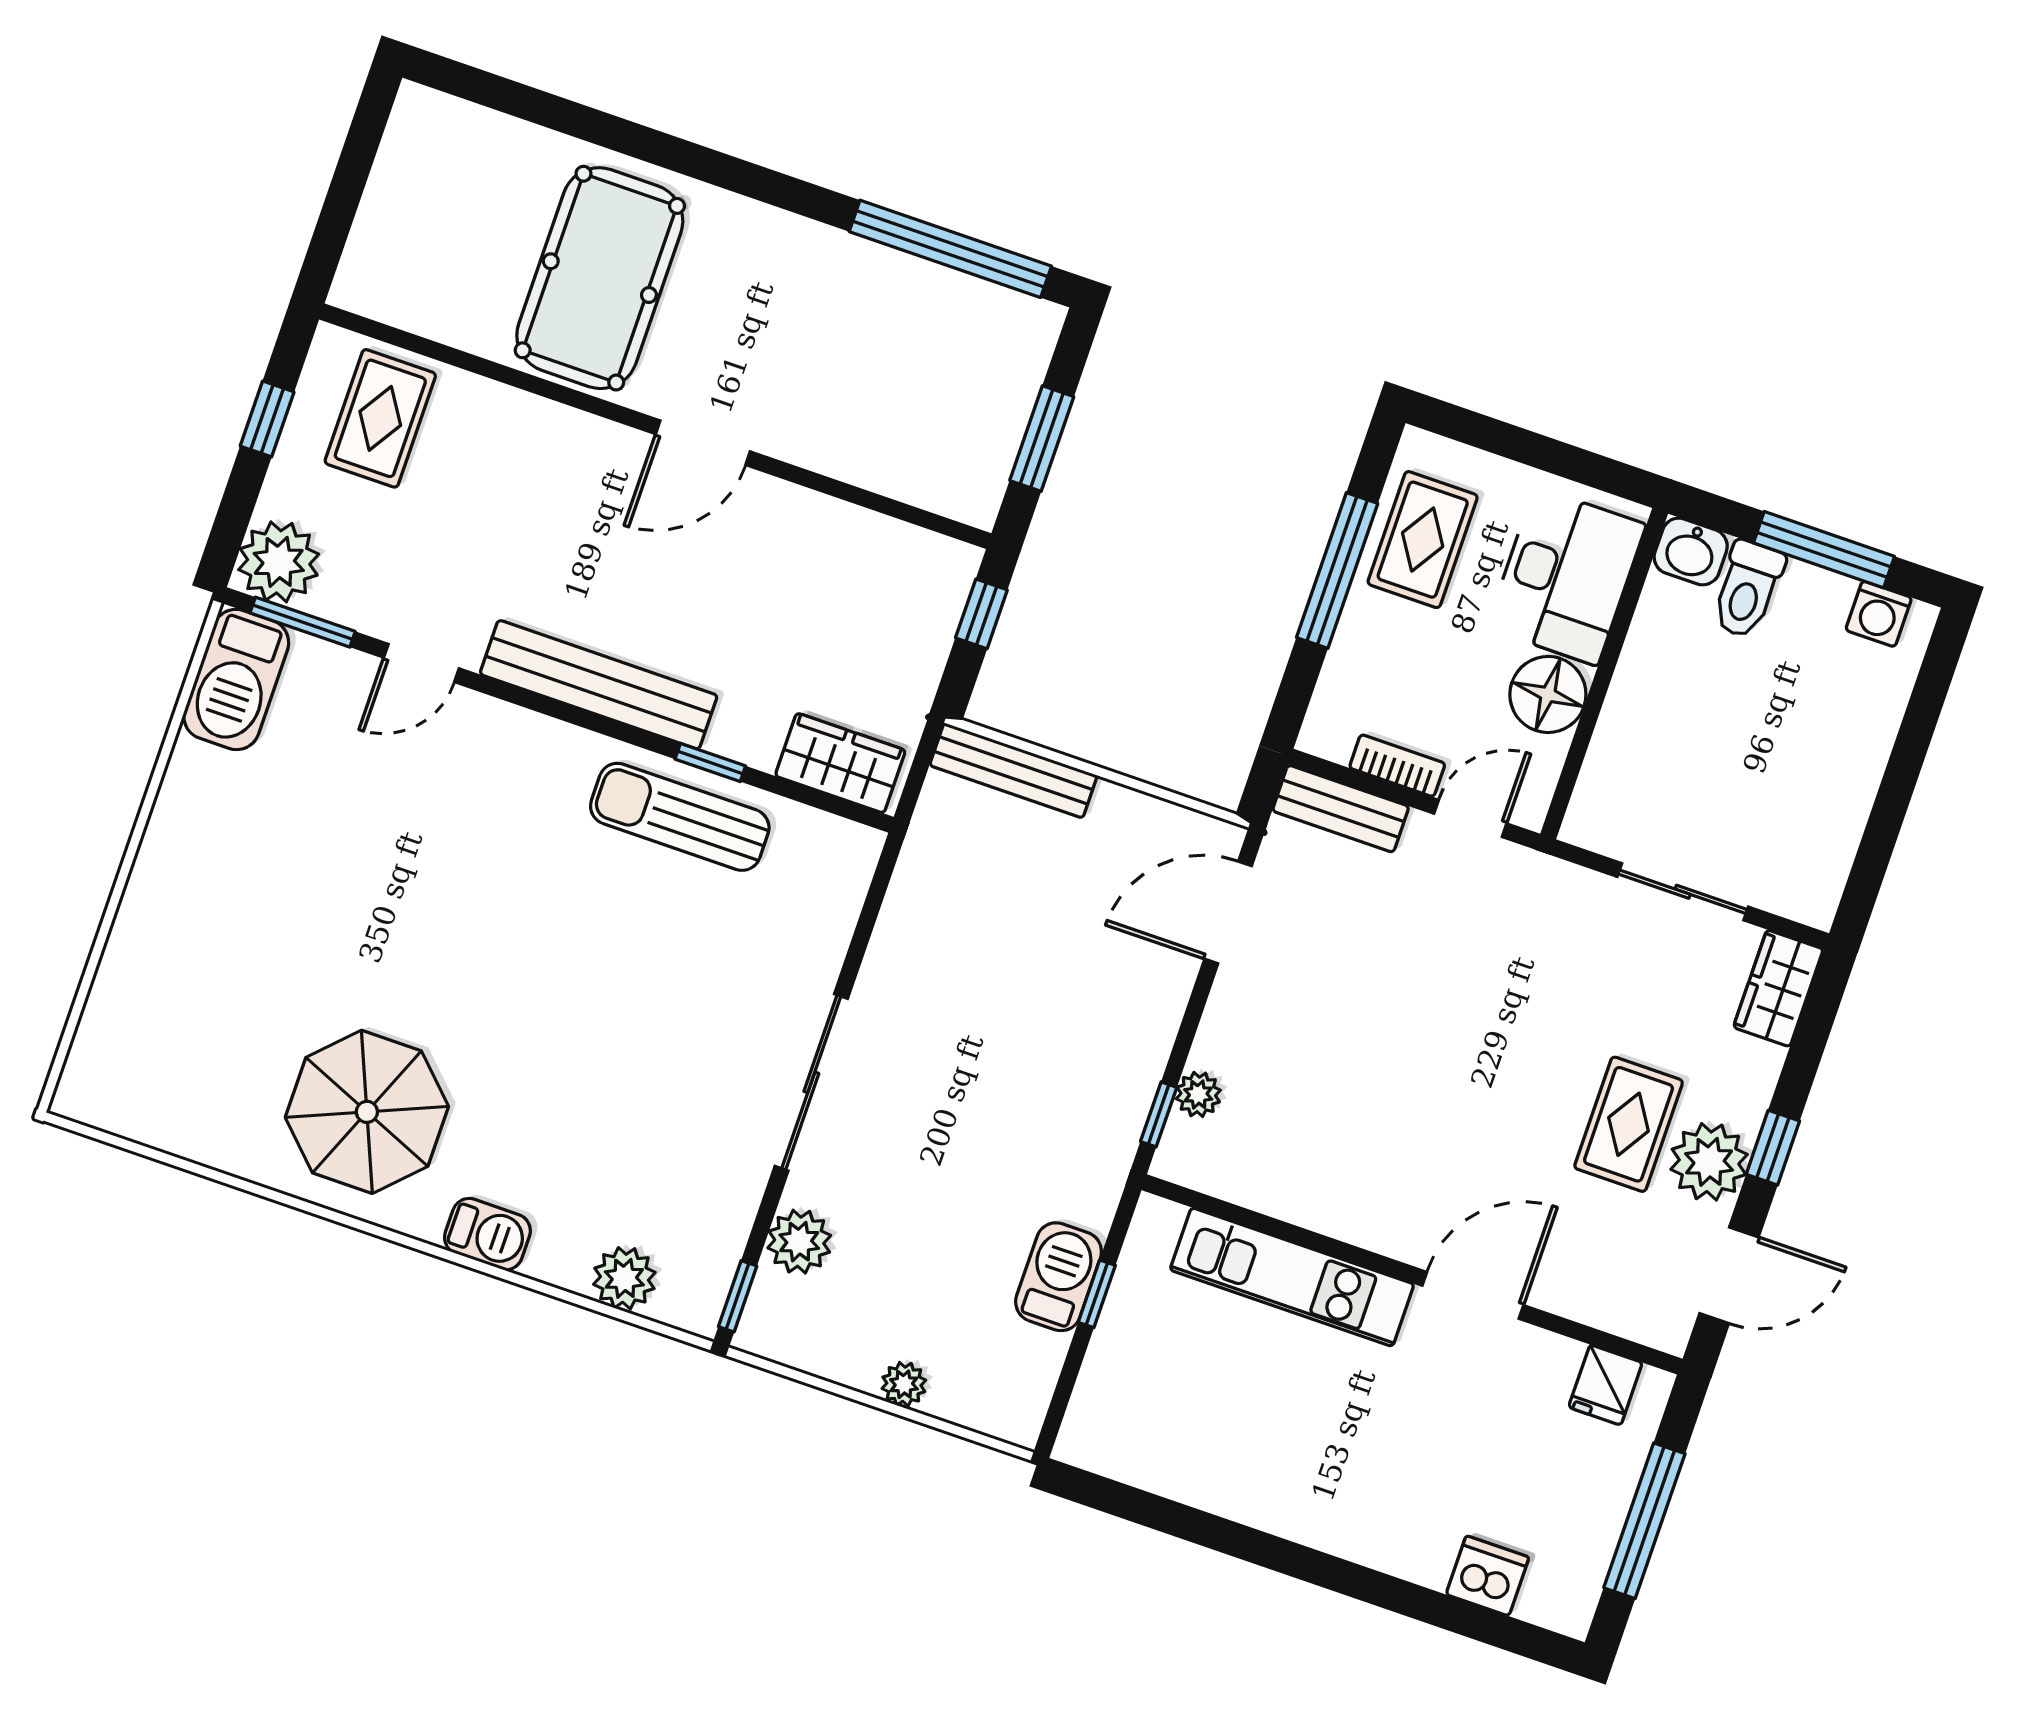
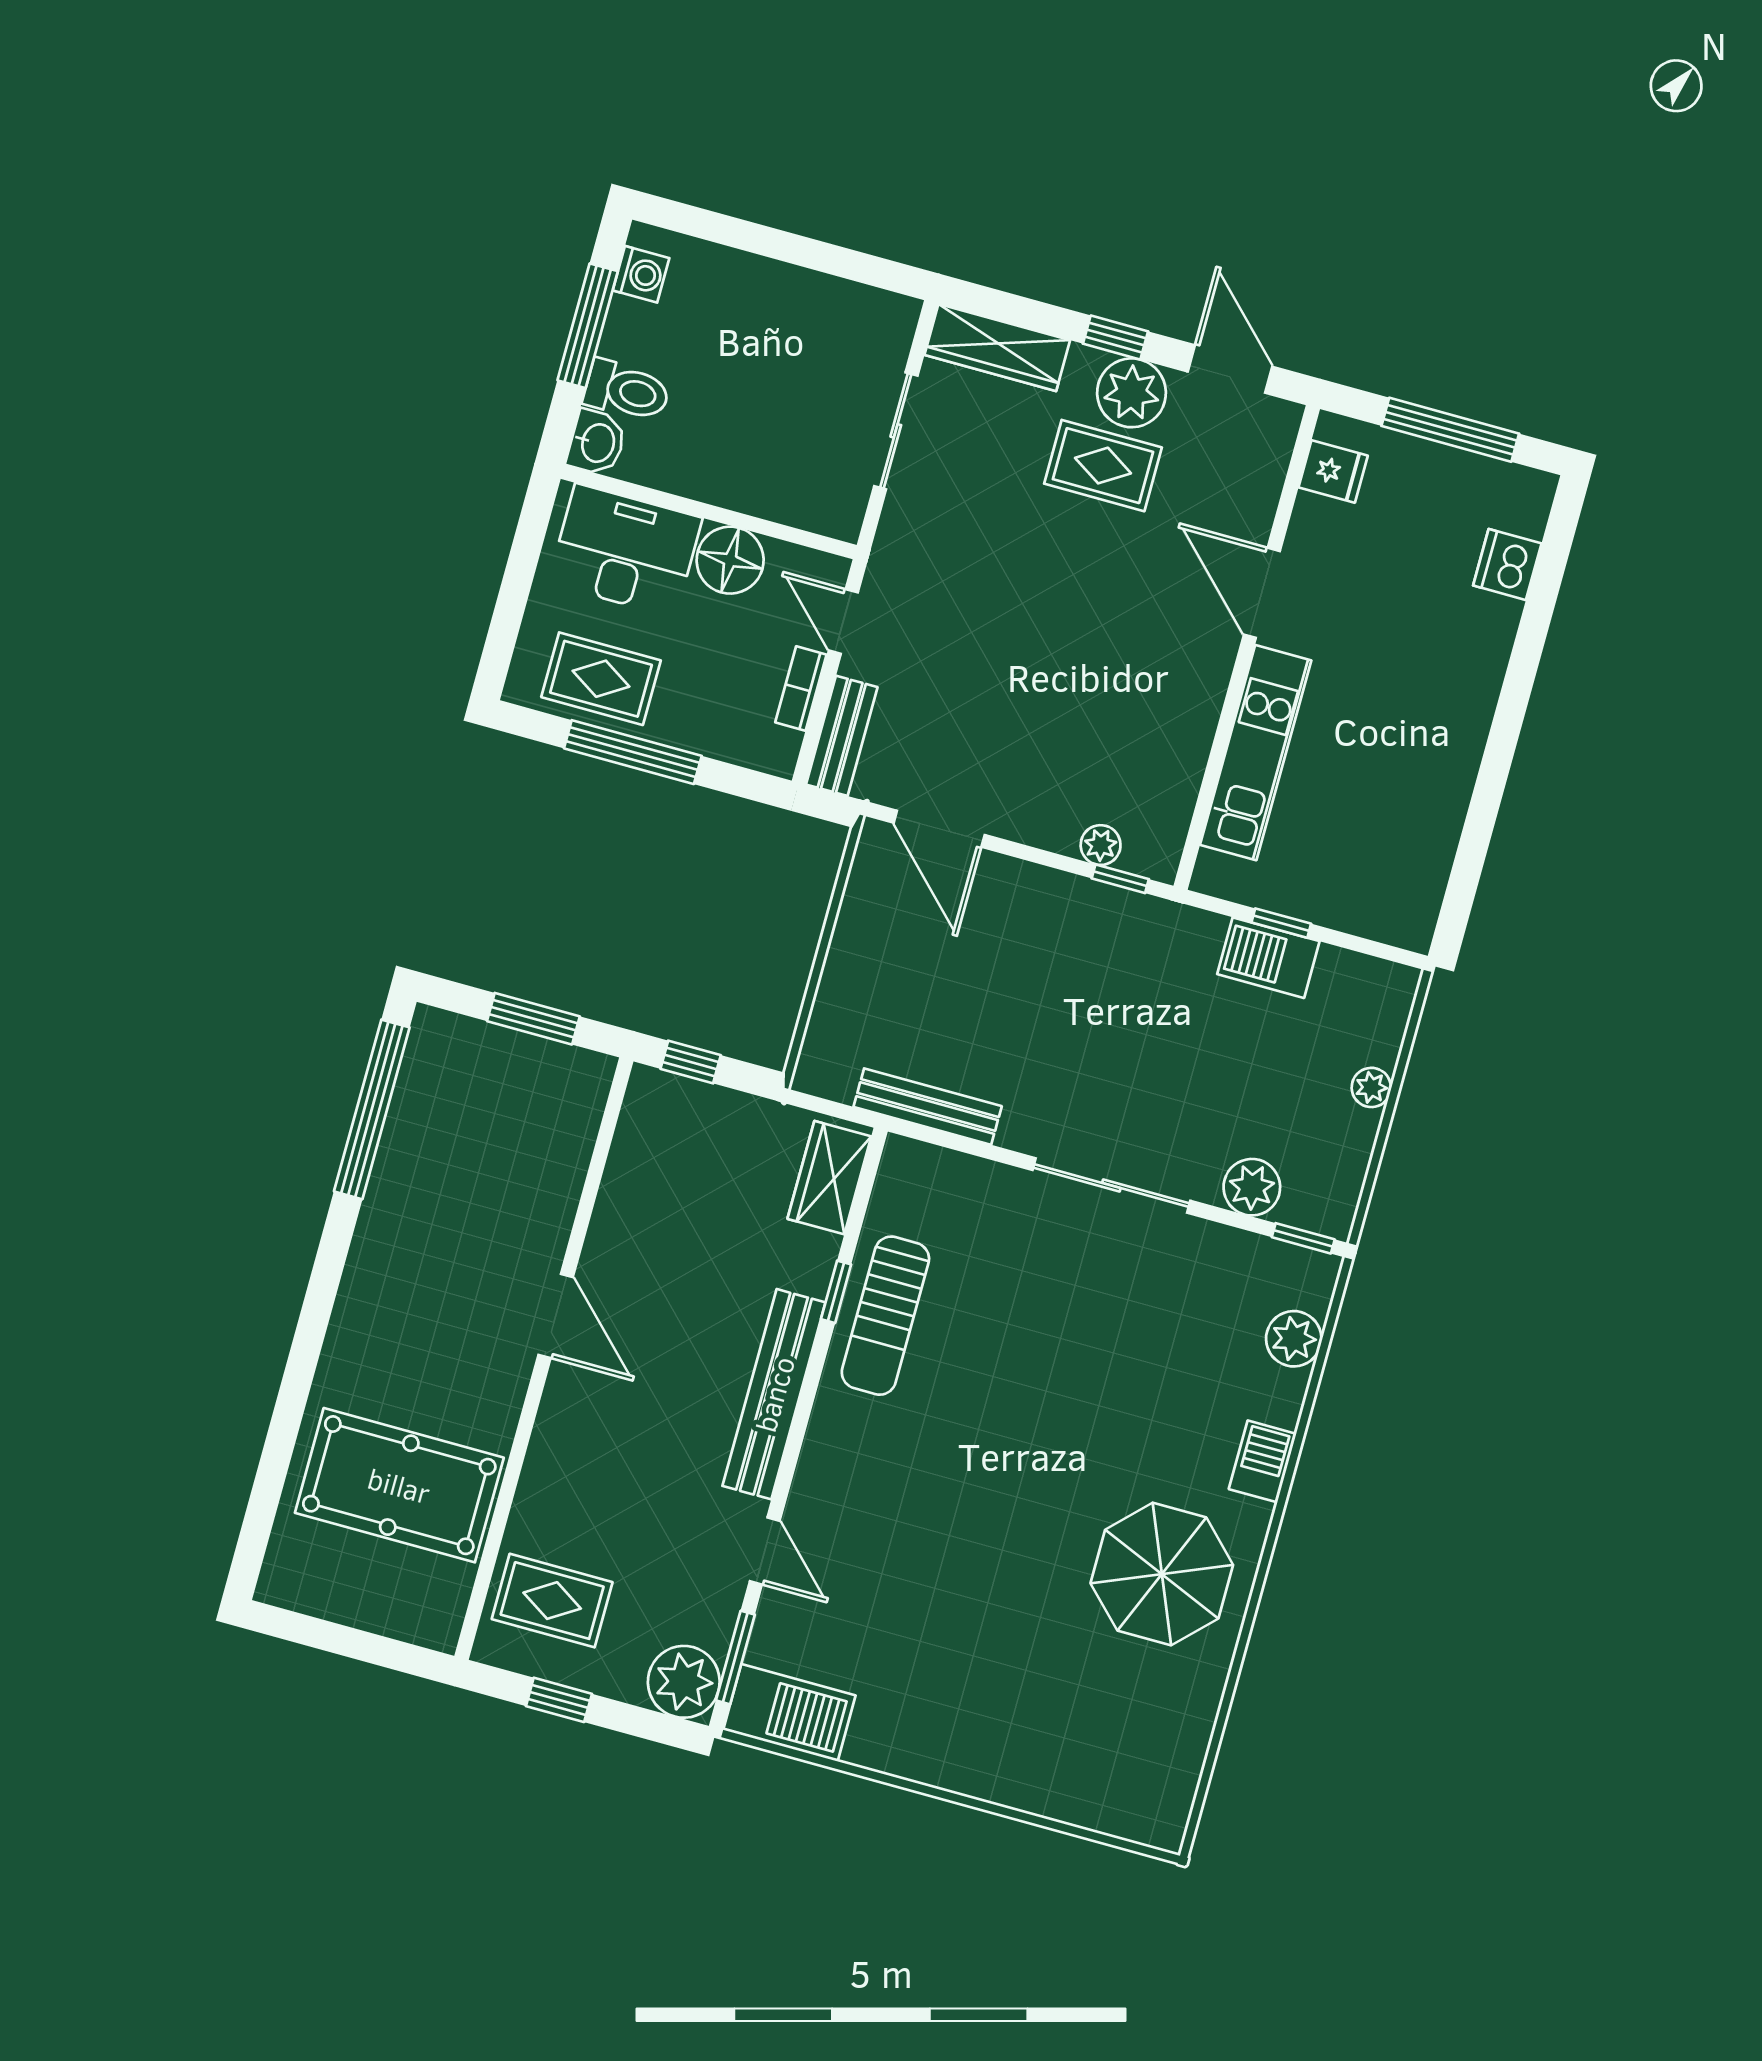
pool table: (600, 278) -> (399, 1485), moved
bench: (1013, 770) -> (928, 1107), moved, turned 90
wardrobe: (1778, 988) -> (997, 348), width x1.50

